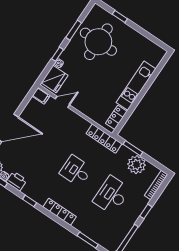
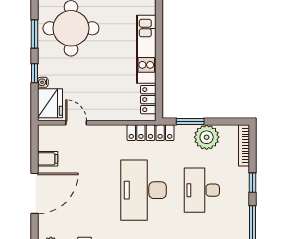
filing cabinet: (41, 96) -> (48, 159), moved
door: (62, 102) -> (76, 123), hinge flipped
desk: (76, 171) -> (144, 190), width x1.87, depth x1.30

